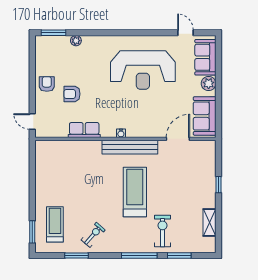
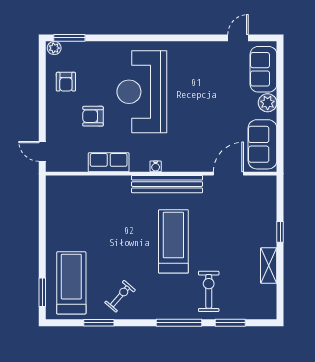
door: (185, 33) -> (238, 38), hinge flipped
plant: (76, 41) -> (54, 48), moved
reception desk: (143, 70) -> (142, 92), moved, turned 90
armchair: (47, 84) -> (66, 82), moved, turned 180
shelving: (209, 223) -> (269, 266), moved
treadmill: (55, 224) -> (71, 283), width x1.37, depth x1.38

